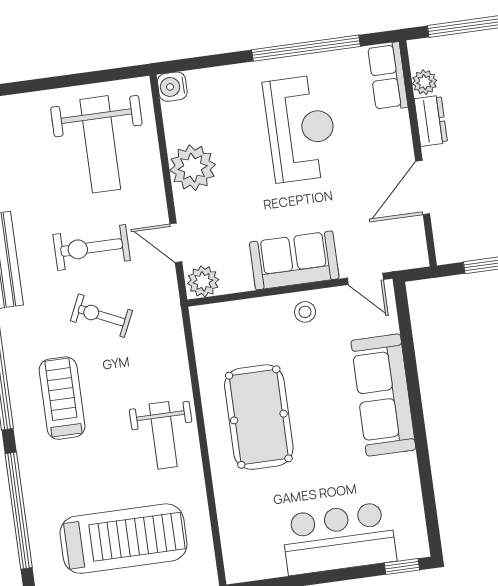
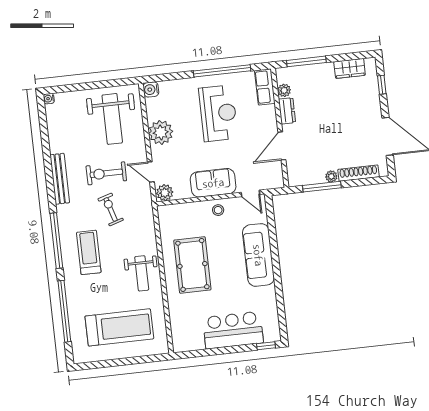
exercise bike: (101, 316) -> (111, 209), turned 48

